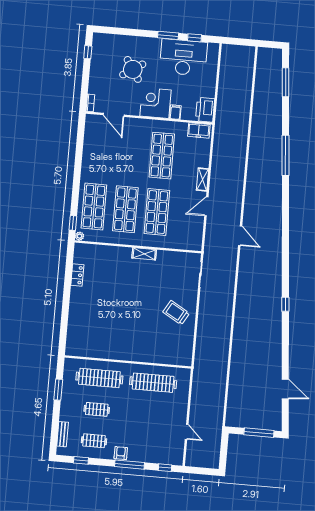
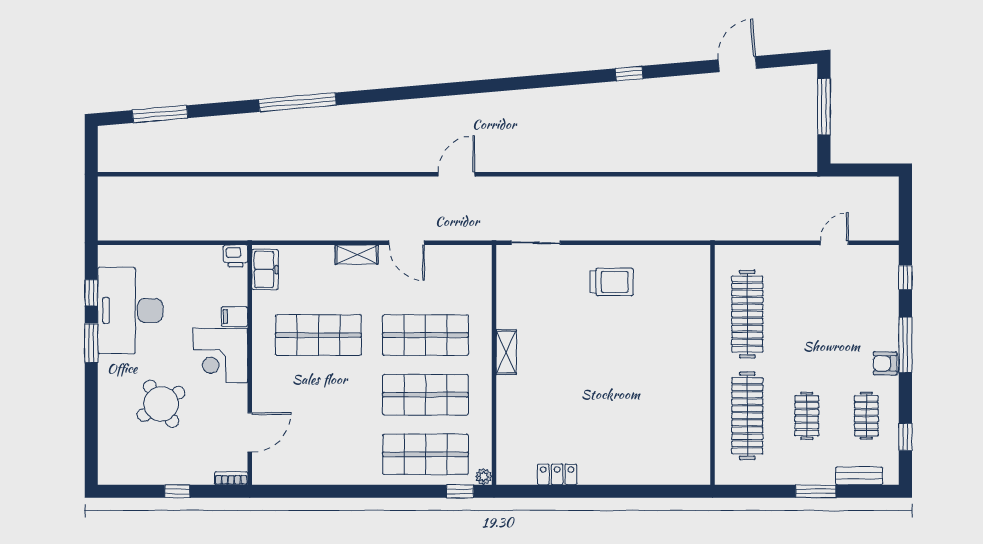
window: (88, 52) -> (177, 491), moved
printer: (205, 110) -> (236, 256), width x0.53, depth x0.68
window: (285, 304) -> (629, 74), moved
trolley: (176, 313) -> (612, 282), turned -120
window: (58, 390) -> (816, 491), moved

